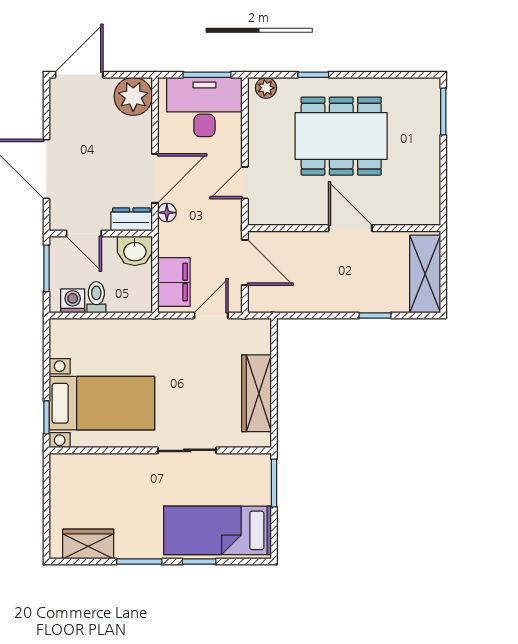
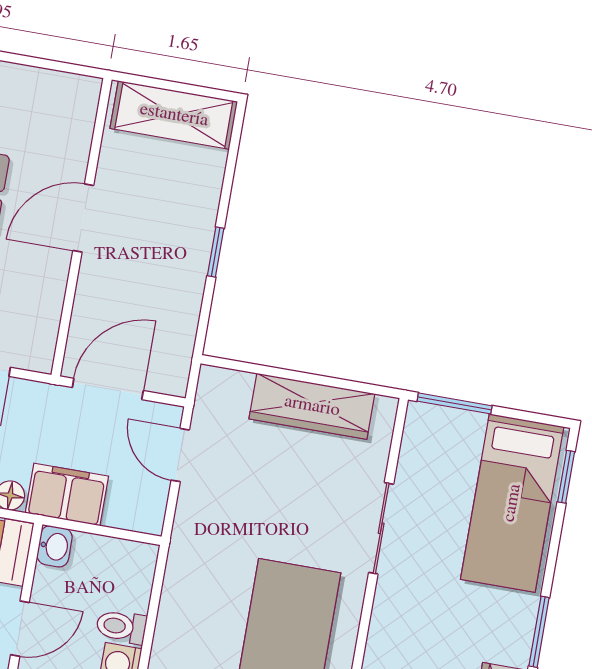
washbasin: (135, 251) -> (55, 546), width x0.72, depth x0.69
filing cabinet: (174, 282) -> (67, 494), moved
window: (375, 315) -> (216, 252), moved
window: (199, 562) -> (566, 477), moved

